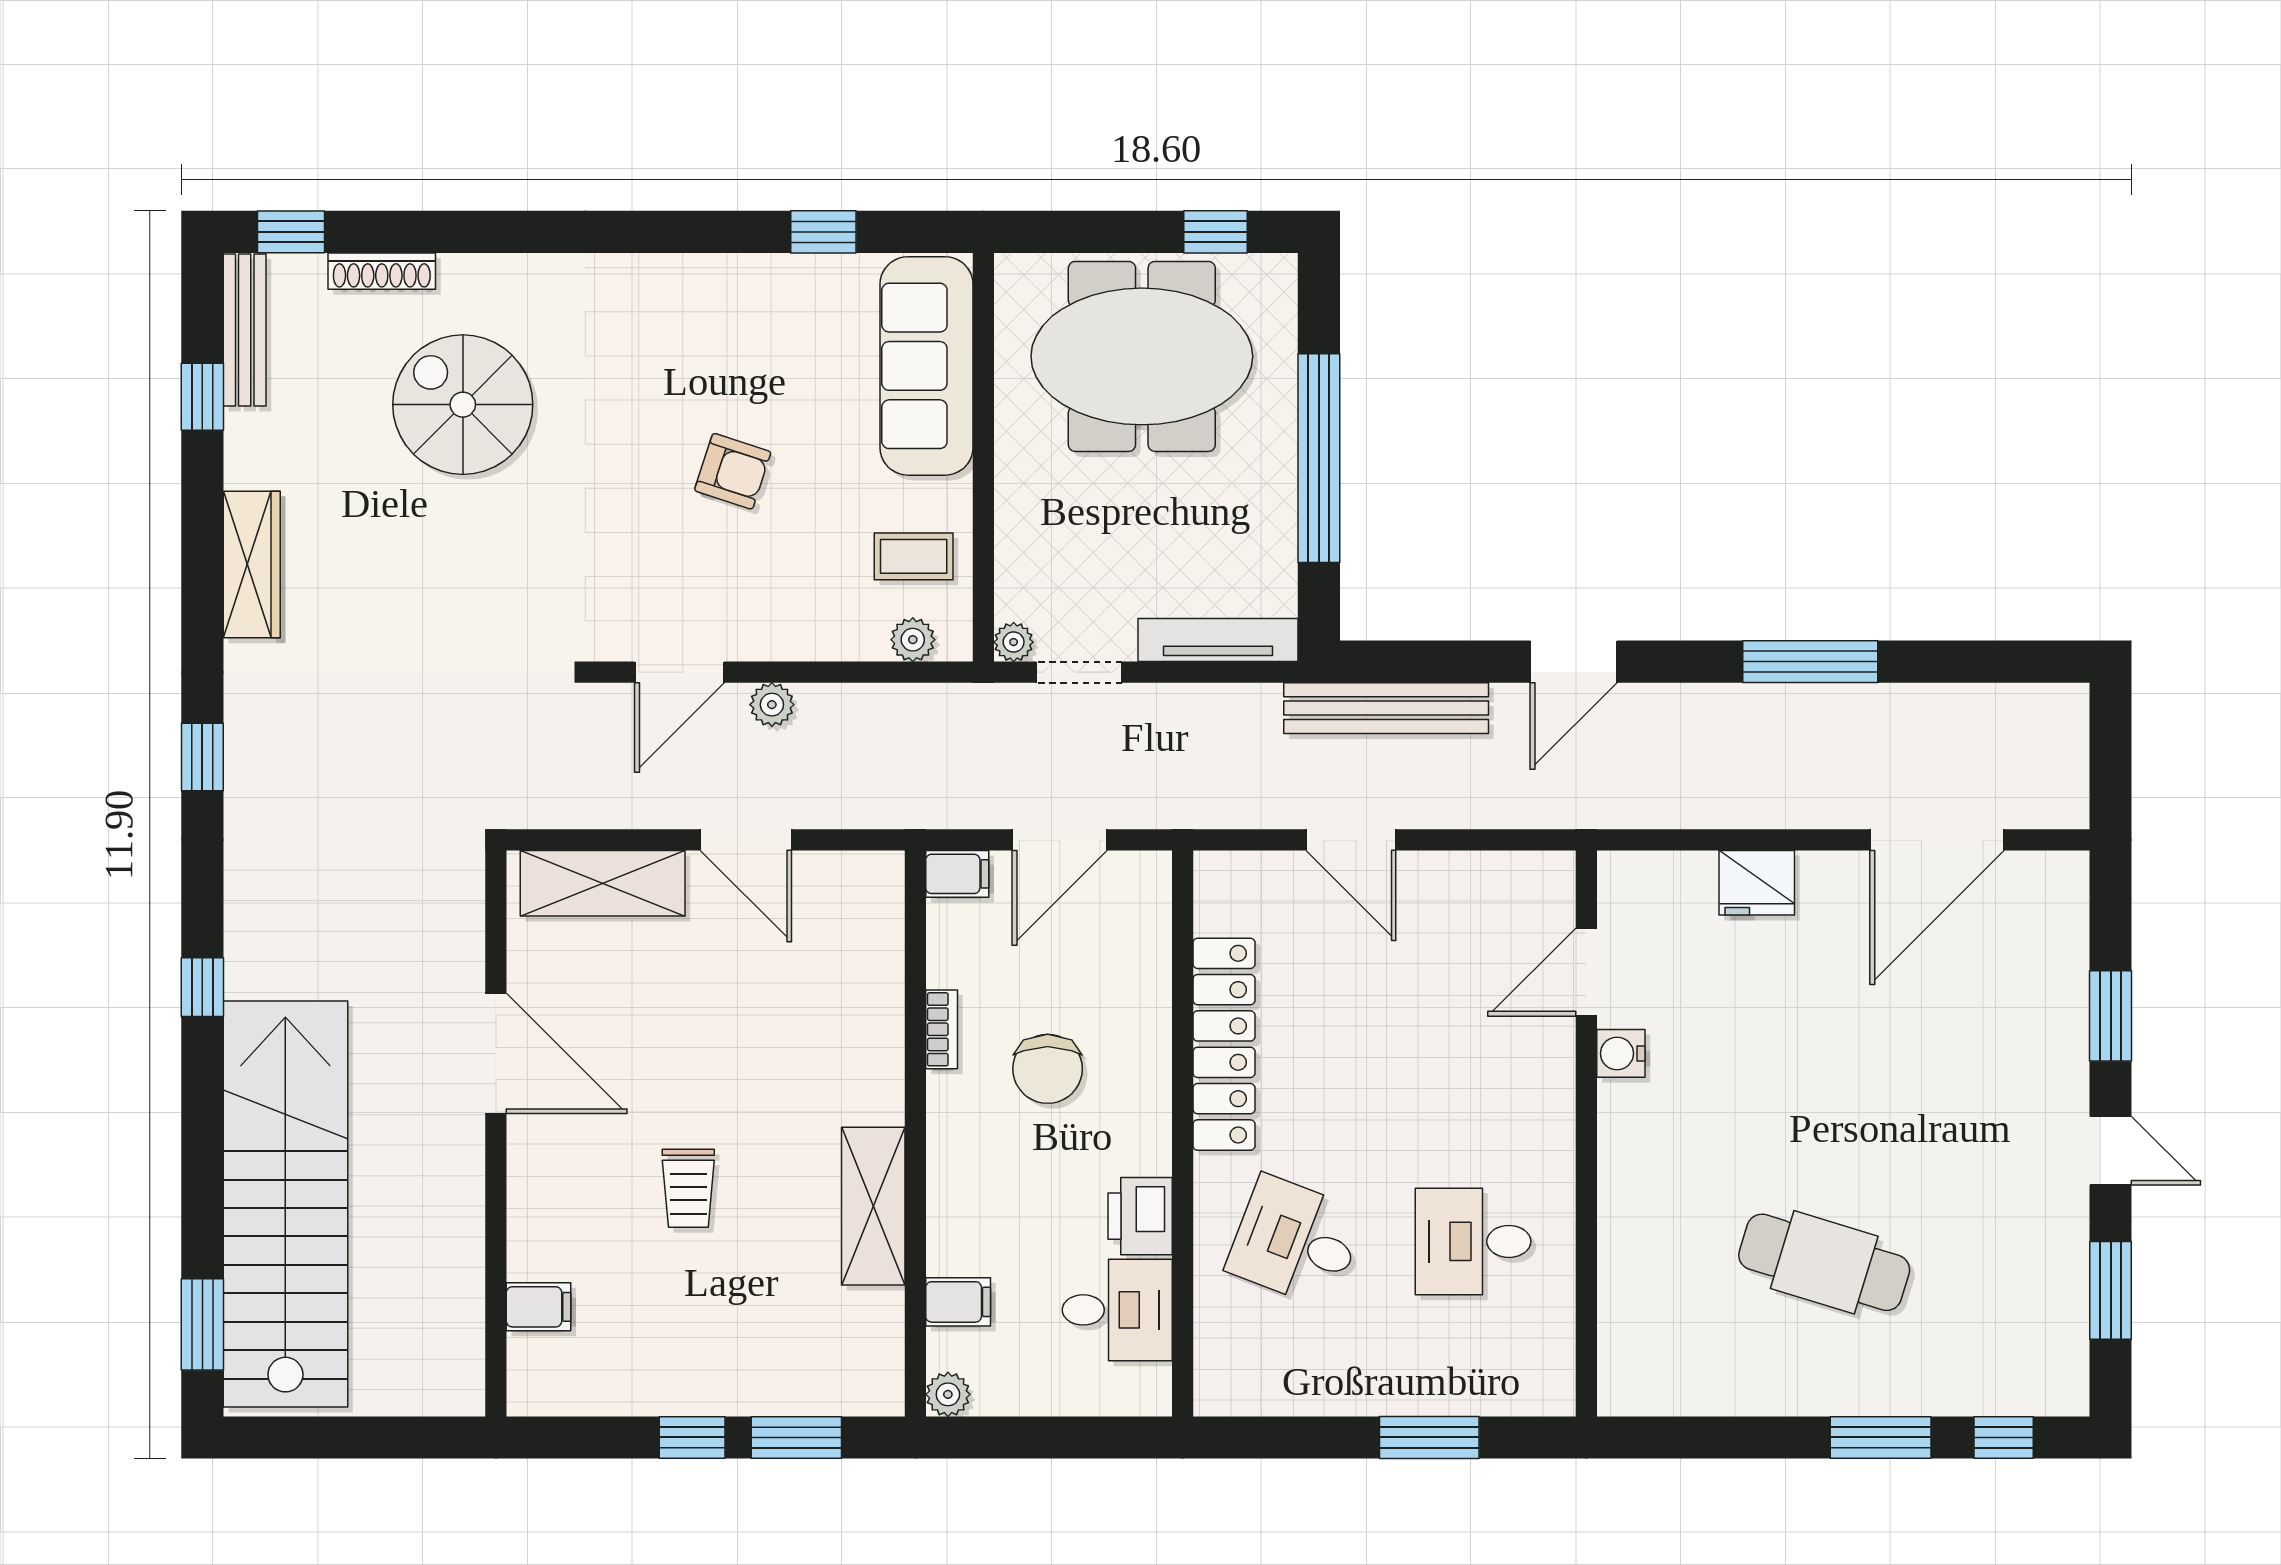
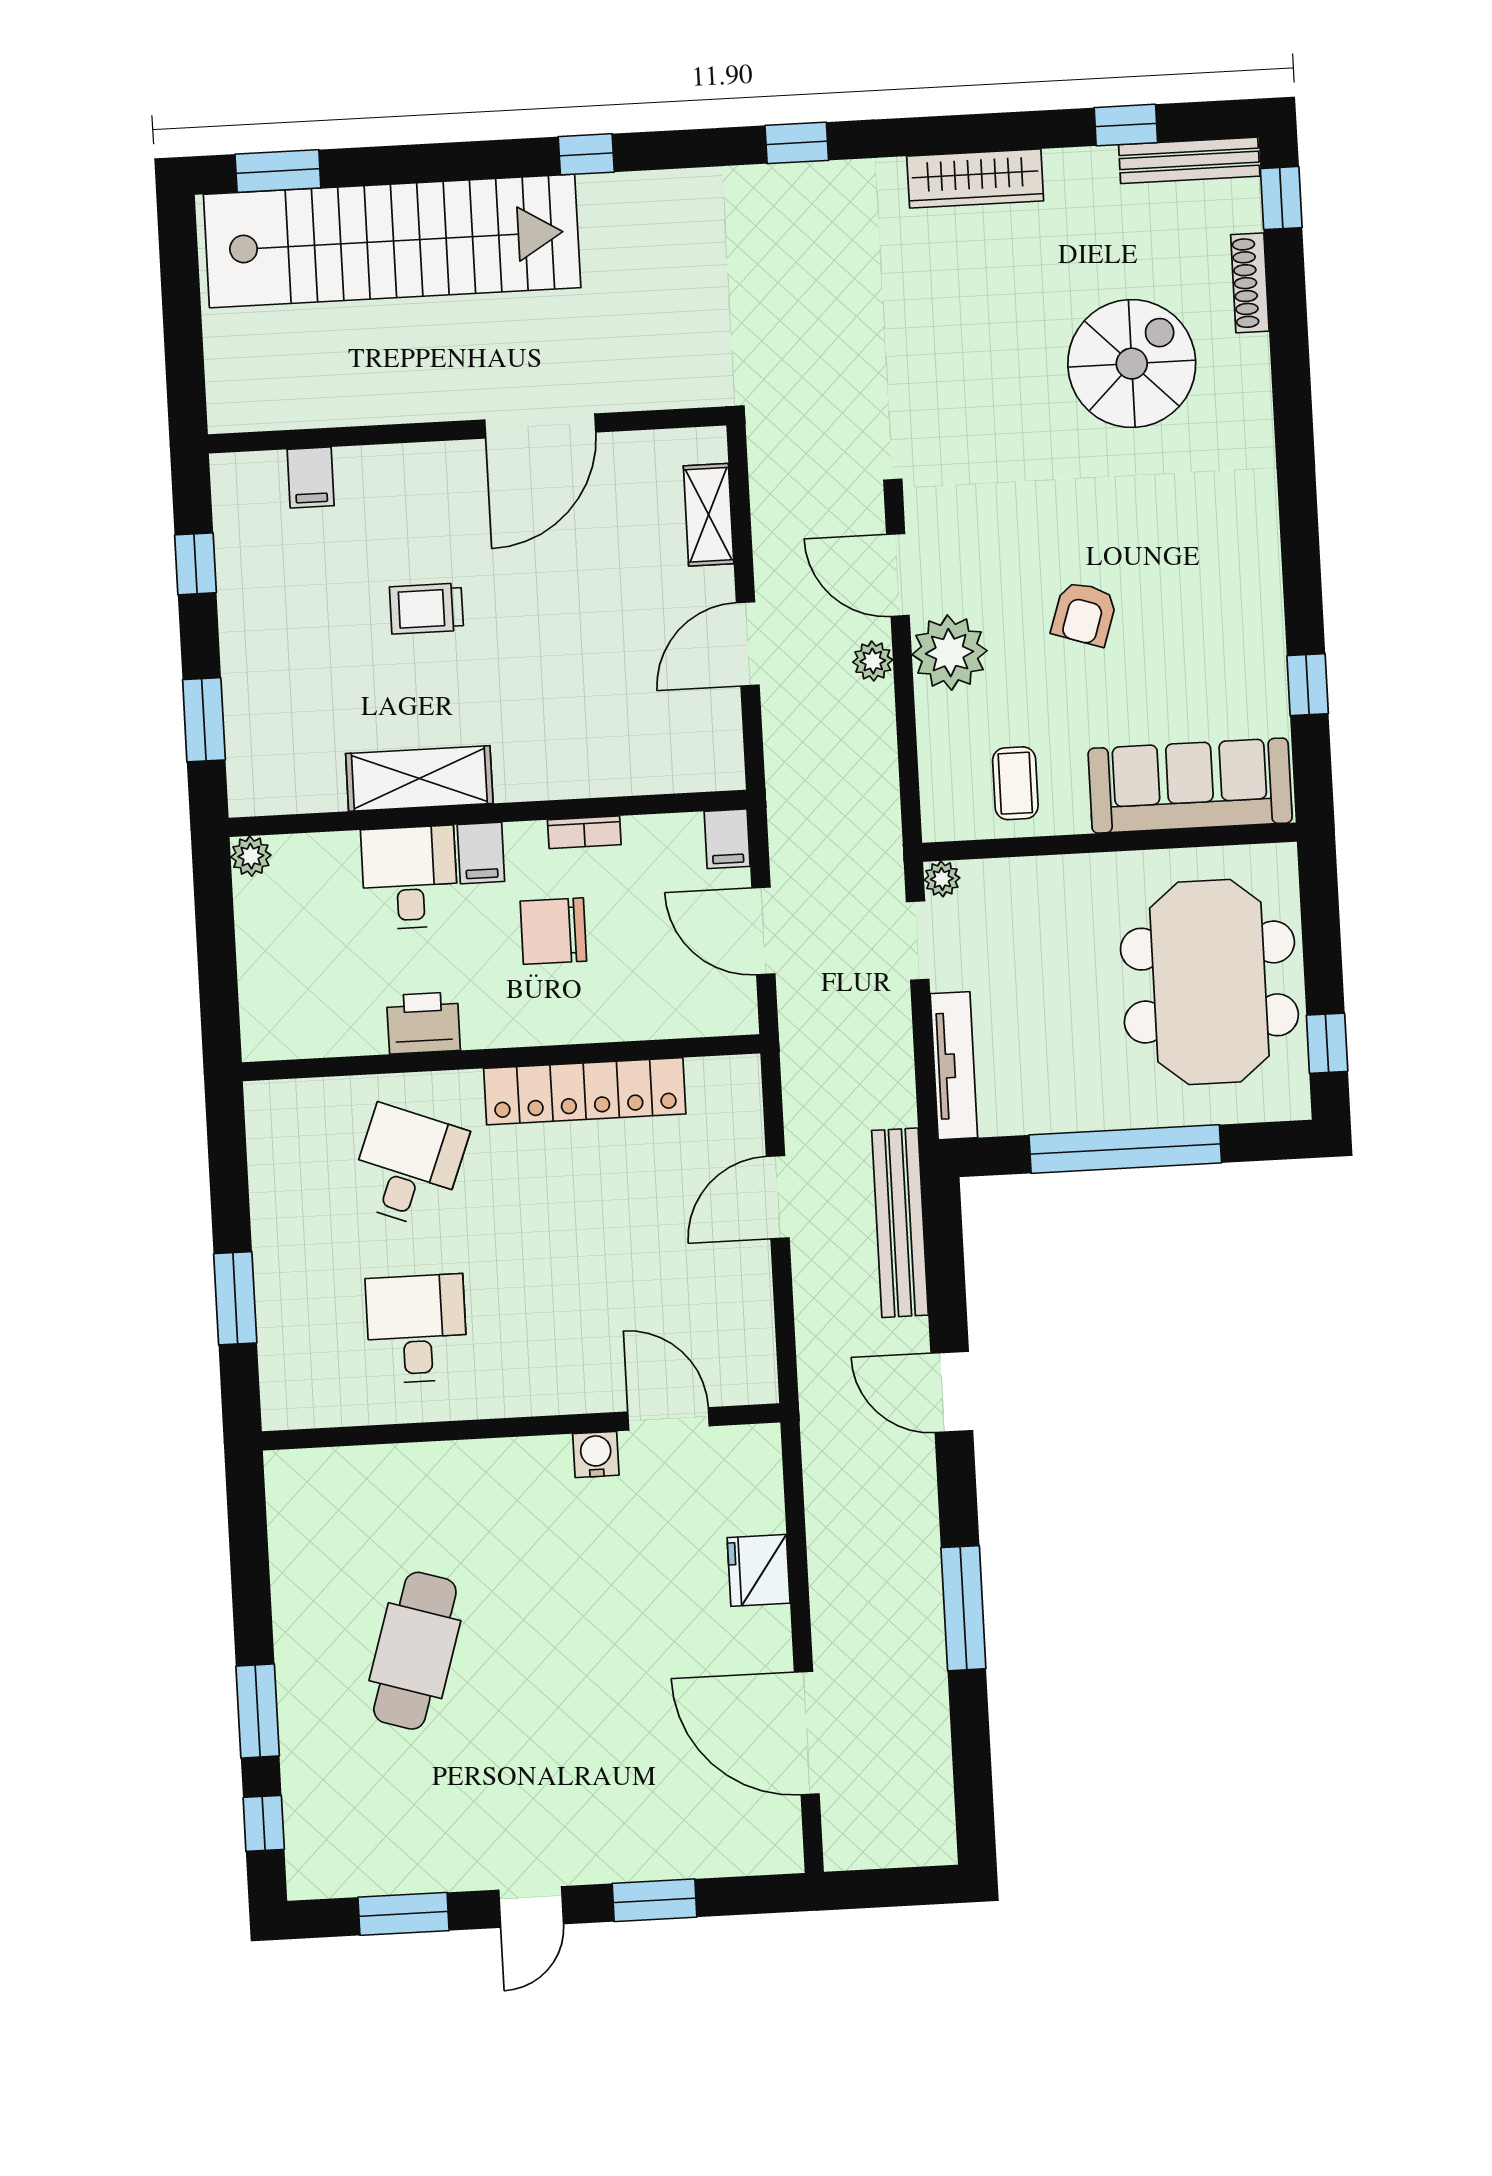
plant: (913, 640) -> (950, 653), moved, width x1.87, depth x1.87
shelving: (603, 883) -> (709, 515), width x0.67, depth x0.75
filing cabinet: (958, 1302) -> (481, 853), moved
desk: (1117, 1310) -> (410, 878), moved, turned 180
window: (692, 1437) -> (195, 564), moved

